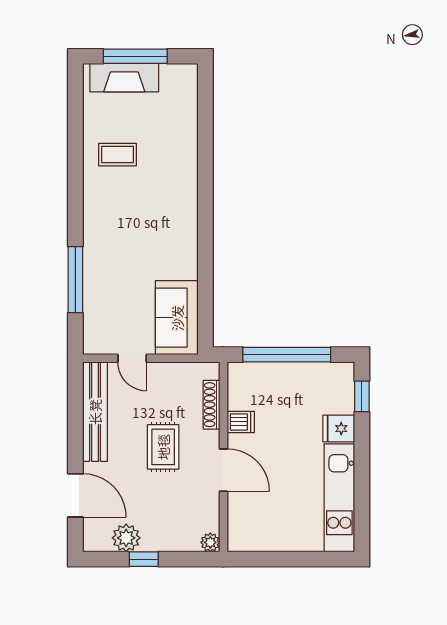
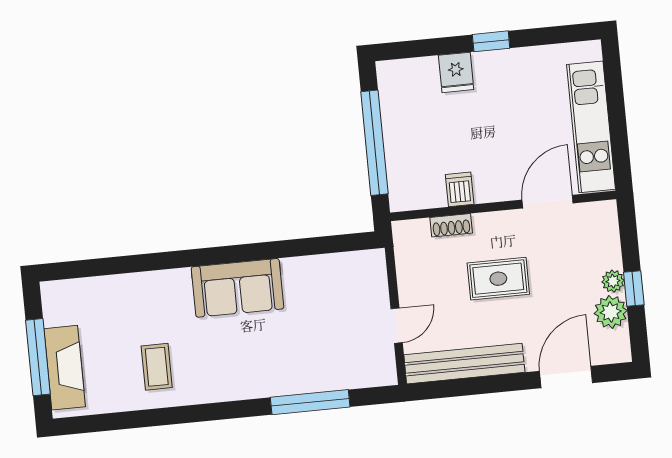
sofa: (177, 318) -> (237, 288), moved
window: (362, 396) -> (491, 41), moved
shoe rack: (212, 405) -> (451, 225), width x0.70
door: (223, 470) -> (548, 202), moved
kitchen unit: (339, 498) -> (591, 127), moved, turned 90
plant: (210, 542) -> (613, 281), moved

